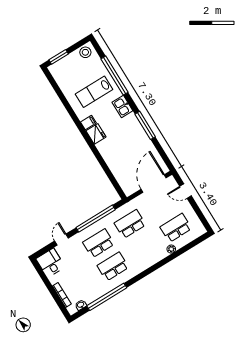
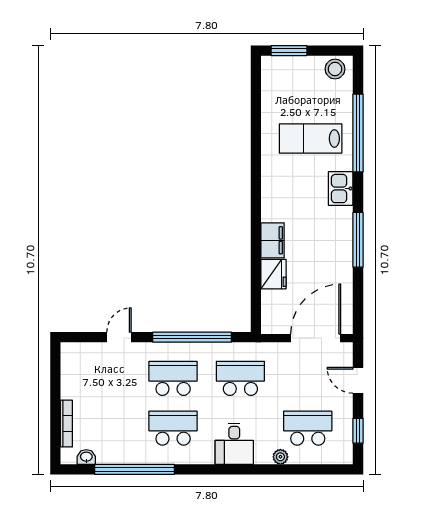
filing cabinet: (88, 123) -> (273, 240), moved, width x2.00
fridge: (96, 134) -> (273, 274), moved
window: (200, 215) -> (358, 431), added
desk: (50, 263) -> (234, 444), moved, turned 180

